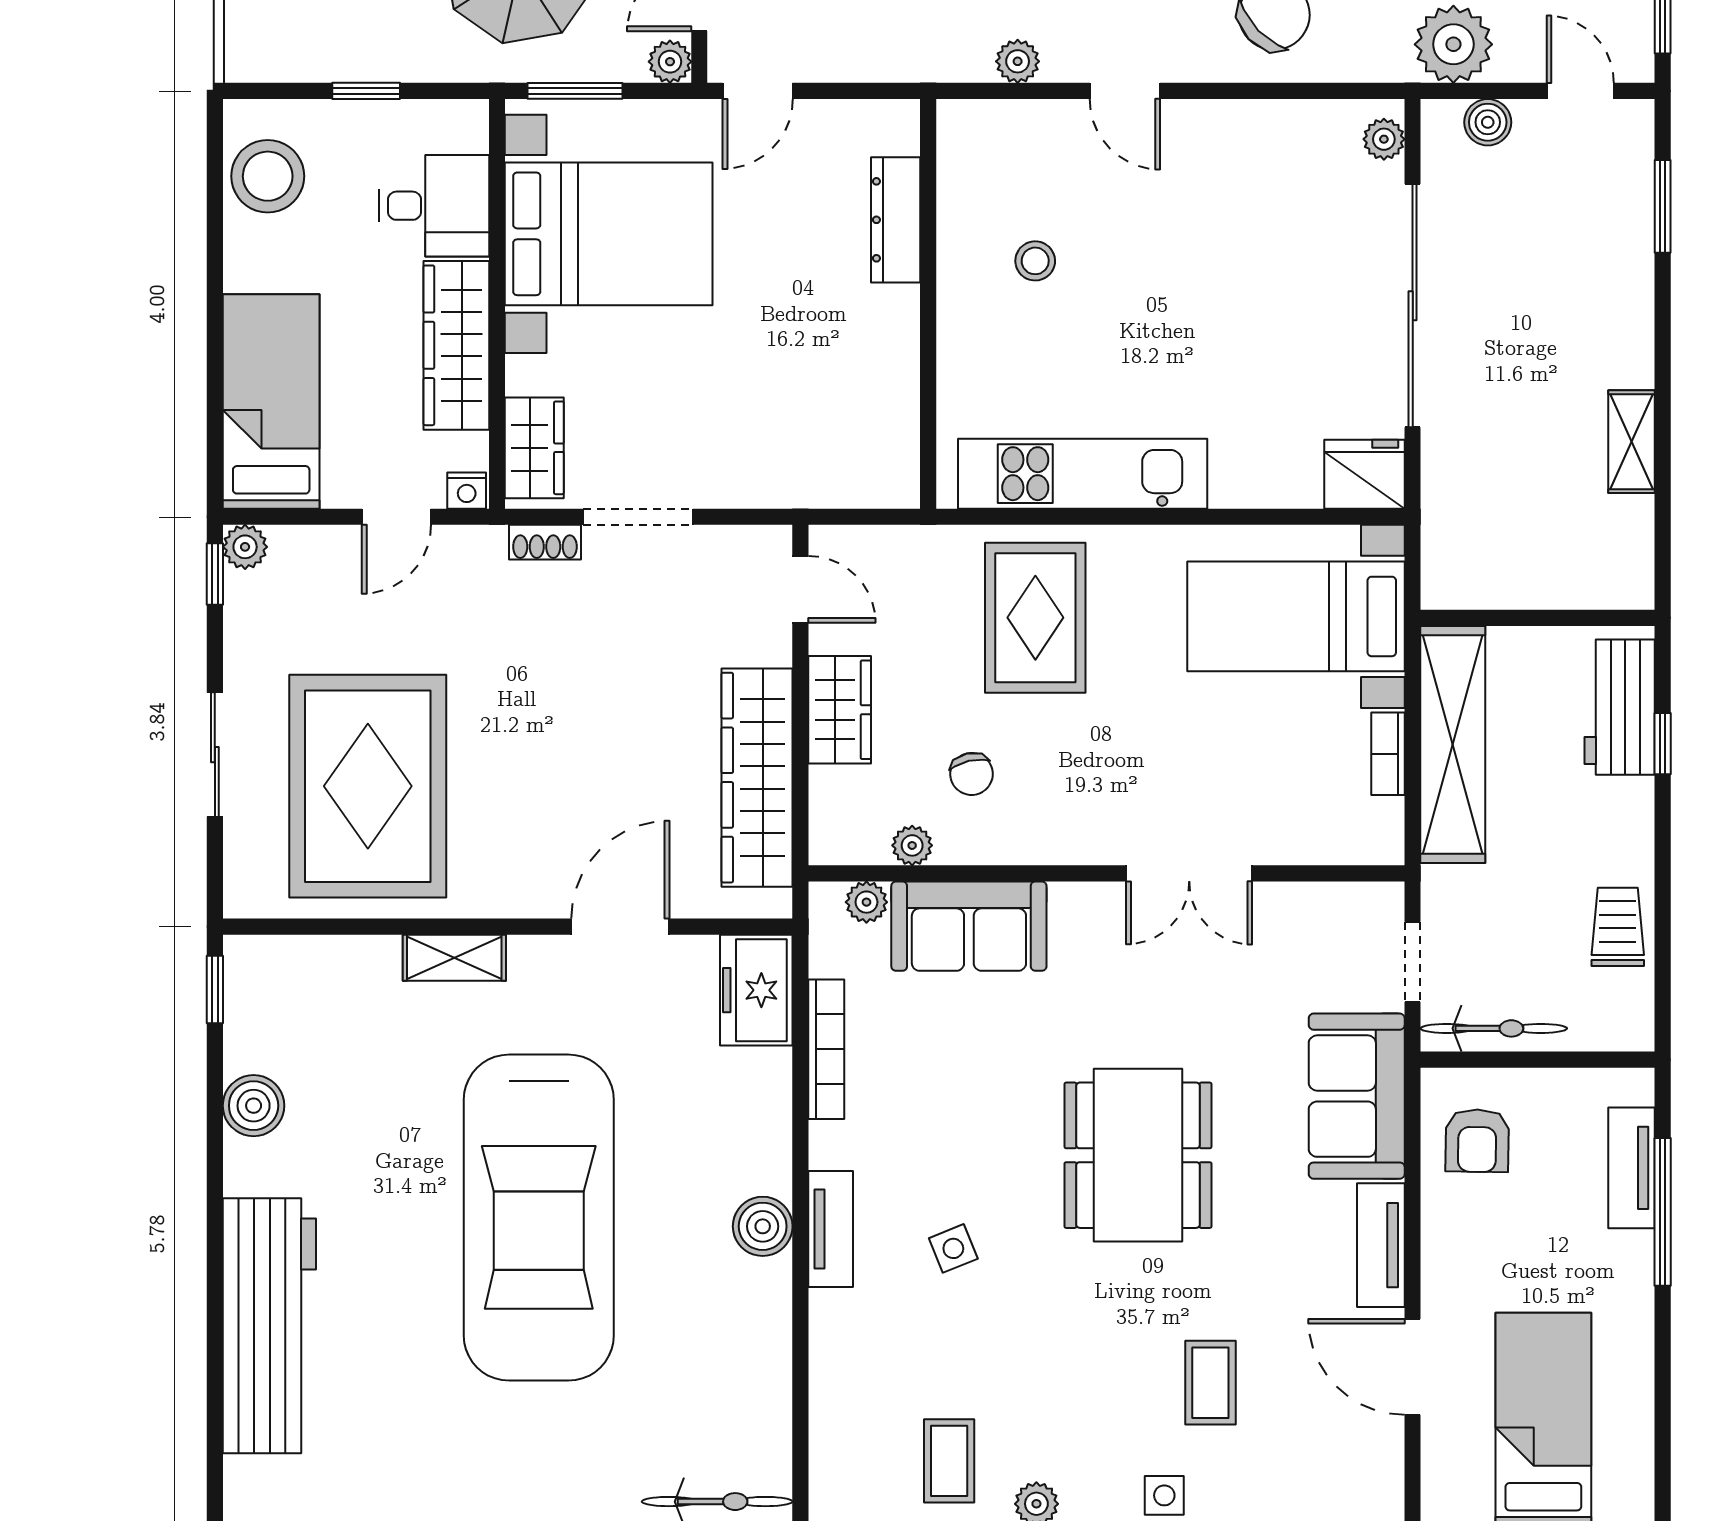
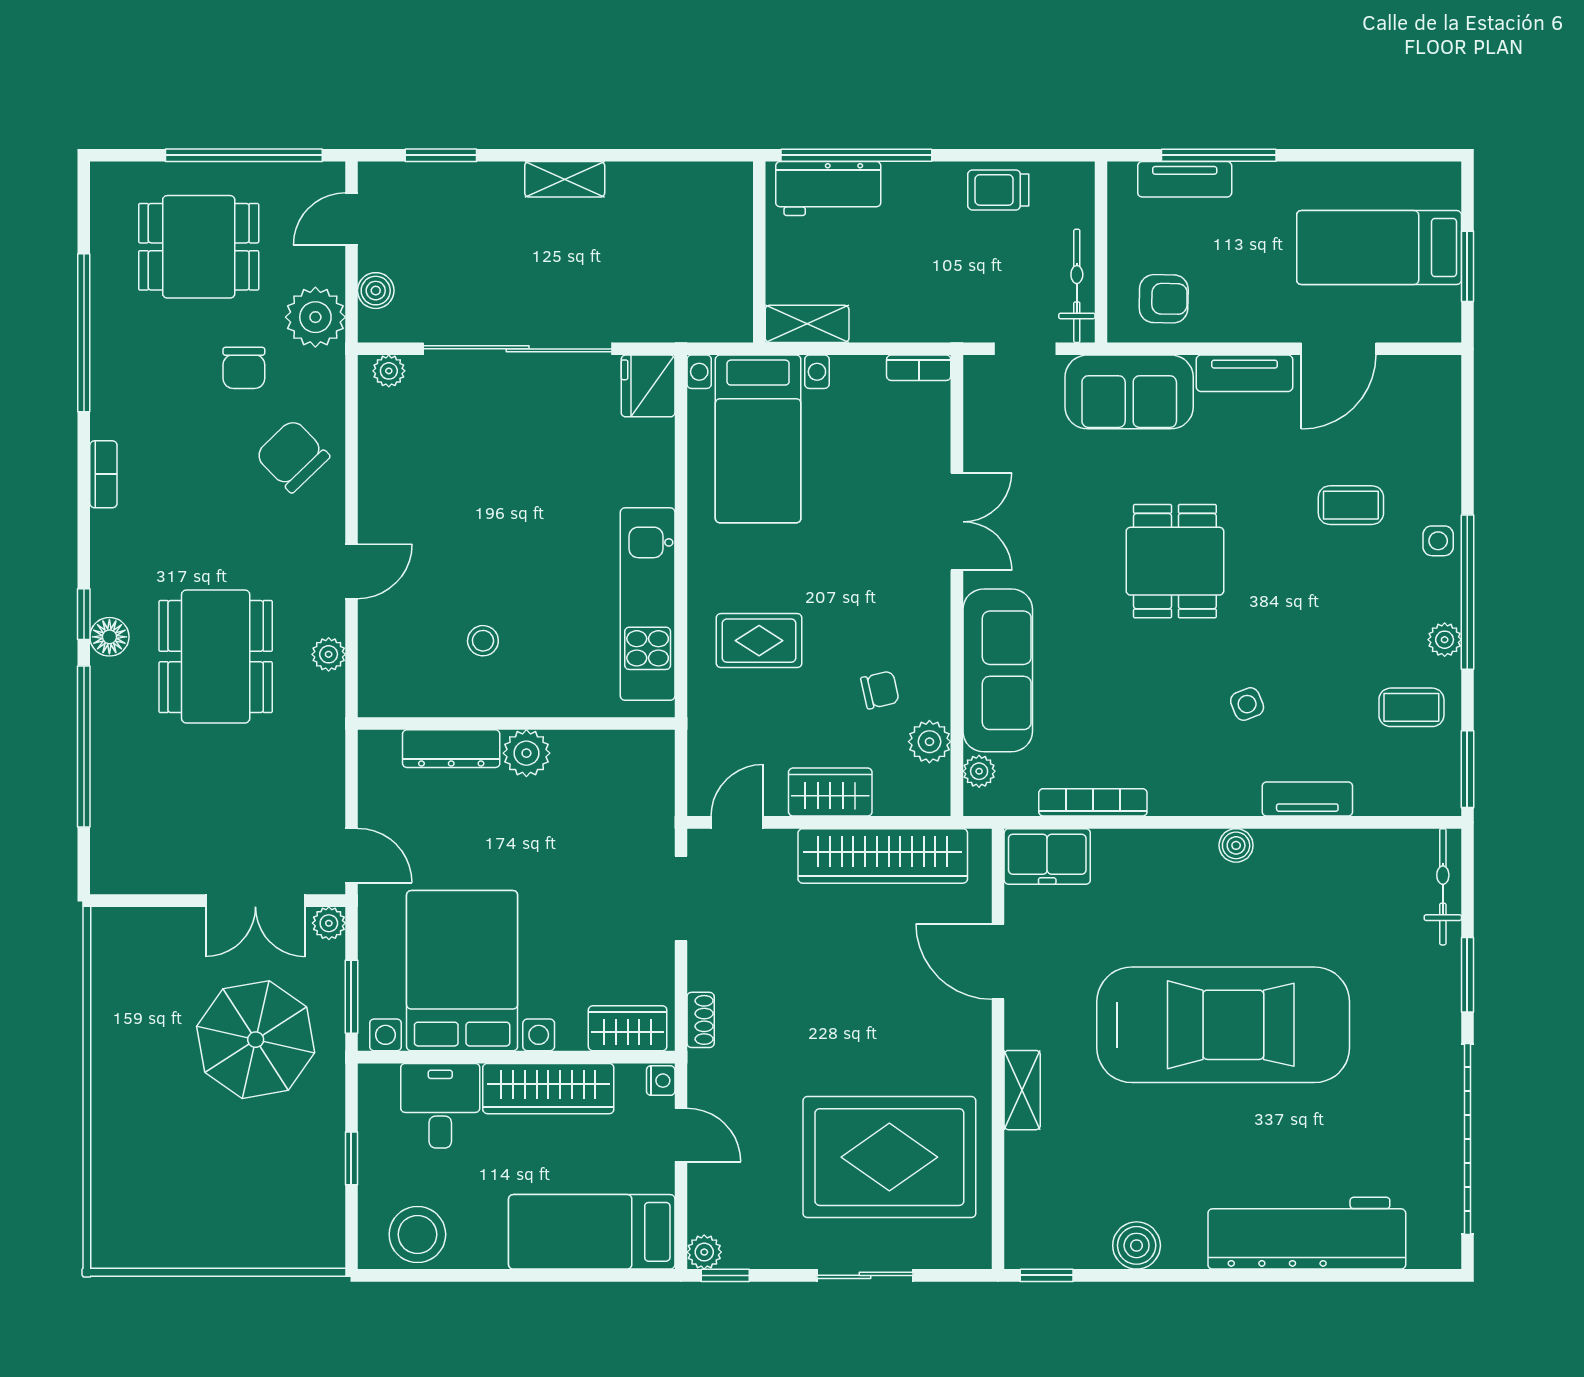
plant: (890, 317) -> (526, 753), added
shelving: (1632, 442) -> (565, 179), moved
doorway: (638, 517) -> (681, 898), moved
rug: (1035, 618) -> (759, 641), width x0.73, depth x0.70
shelving: (1453, 744) -> (807, 324), width x0.45, depth x0.75
window: (1663, 744) -> (856, 155), width x3.17
bookcase: (1388, 754) -> (919, 368), moved
plant: (912, 845) -> (929, 742), width x1.38, depth x1.38
sofa: (969, 926) -> (998, 670), width x1.36
dining table: (1138, 1155) -> (1175, 561), width x0.73
boiler: (763, 1226) -> (1236, 845), width x0.73, depth x0.73
tv unit: (831, 1229) -> (1307, 799), moved

